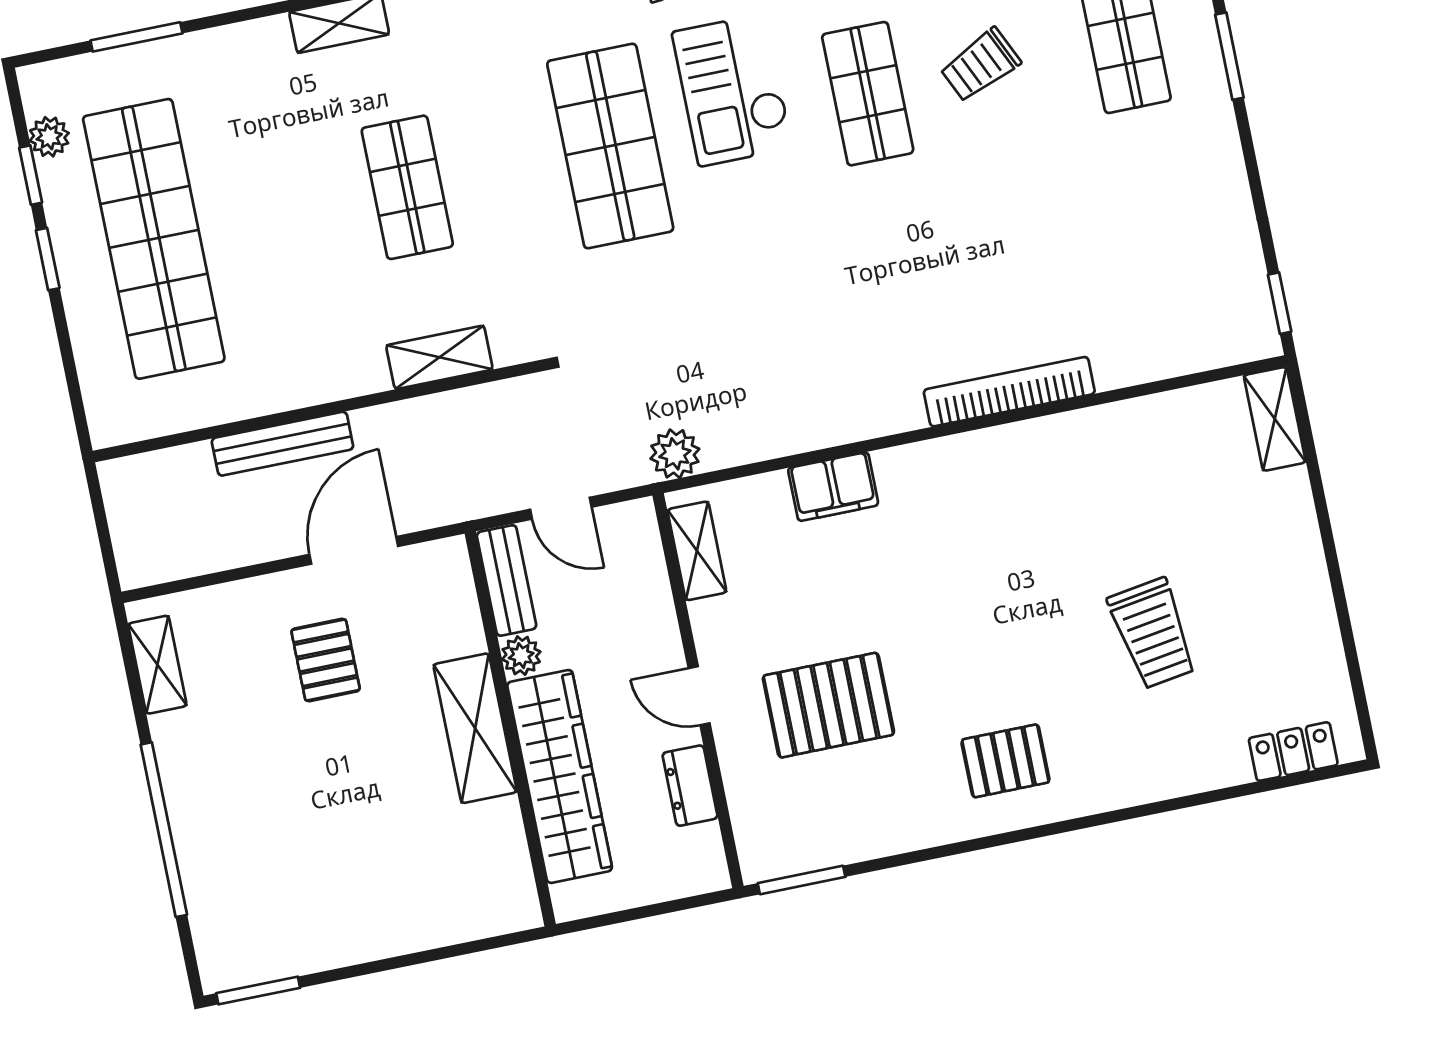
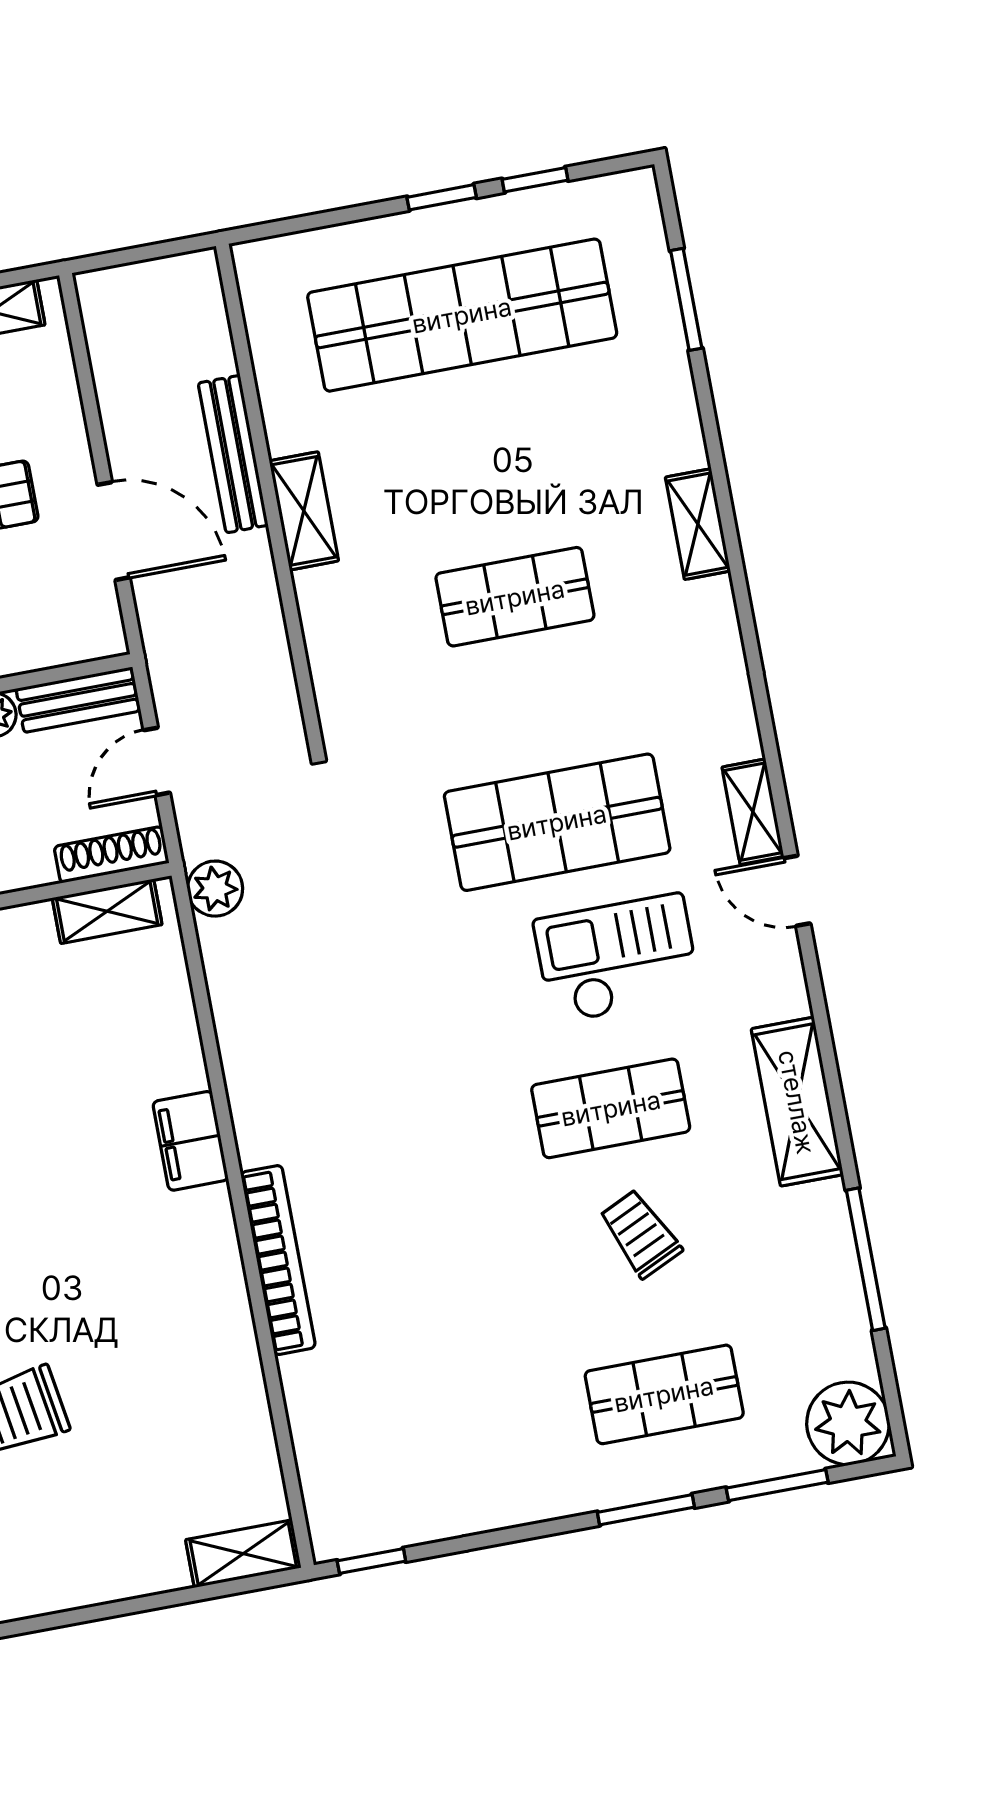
plant: (49, 137) -> (577, 201), removed
shelving: (439, 357) -> (304, 511), moved
filing cabinet: (833, 487) -> (190, 1141), moved
shoe rack: (646, 548) -> (111, 855), added

